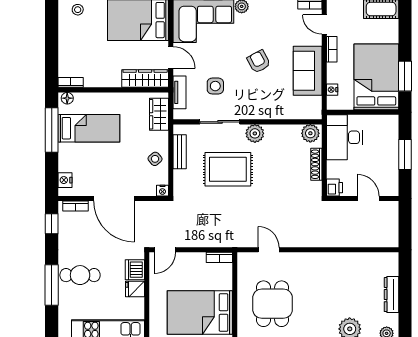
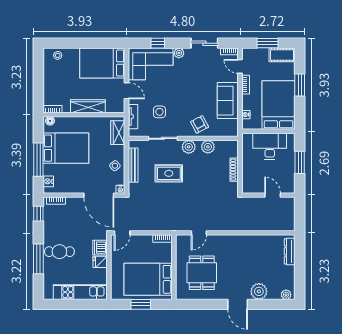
armchair: (259, 62) -> (200, 124), moved
window: (405, 76) -> (300, 85), moved
wardrobe: (145, 79) -> (88, 106), moved
bed: (89, 128) -> (66, 148), width x1.50
window: (52, 130) -> (38, 160), moved
plant: (310, 133) -> (208, 147), moved
desk: (344, 137) -> (270, 146), moved, turned 90
bench: (180, 152) -> (133, 165), width x1.36
rug: (228, 169) -> (169, 173), width x0.73, depth x0.70
printer: (334, 188) -> (248, 187), removed
door: (114, 199) -> (99, 195), moved
door: (269, 250) -> (199, 233), swing flipped
dresser: (391, 295) -> (290, 251), moved

